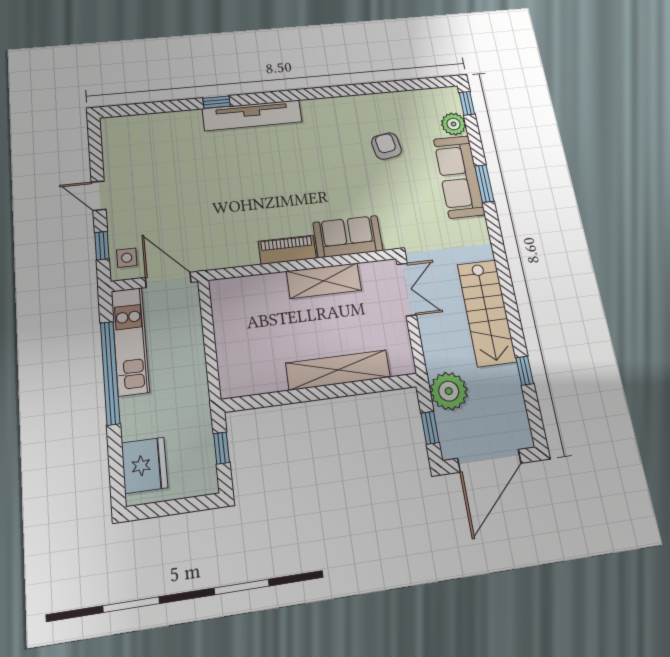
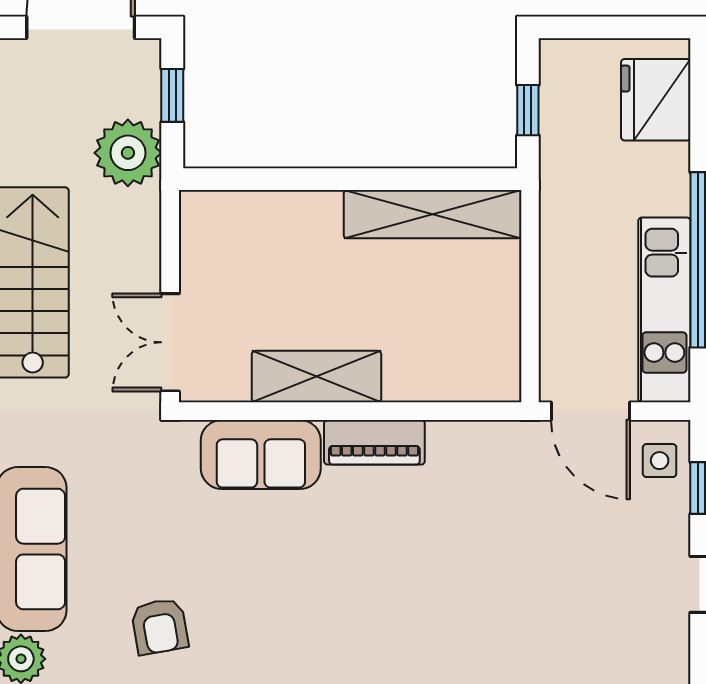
shelving: (338, 370) -> (433, 214), moved

